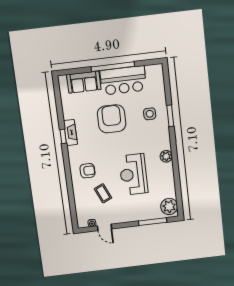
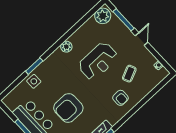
side table: (150, 114) -> (34, 81), moved
armchair: (88, 171) -> (120, 98), turned 180
door: (105, 227) -> (142, 39), moved

